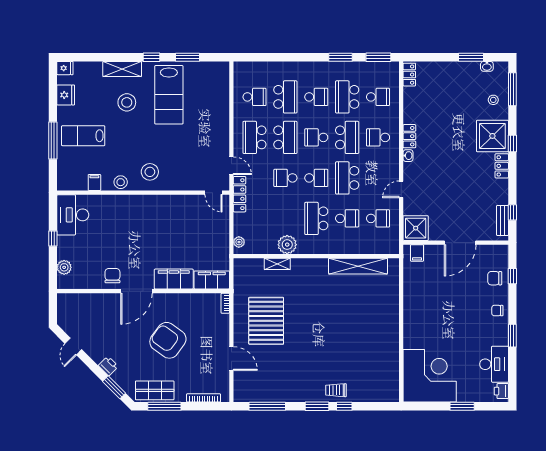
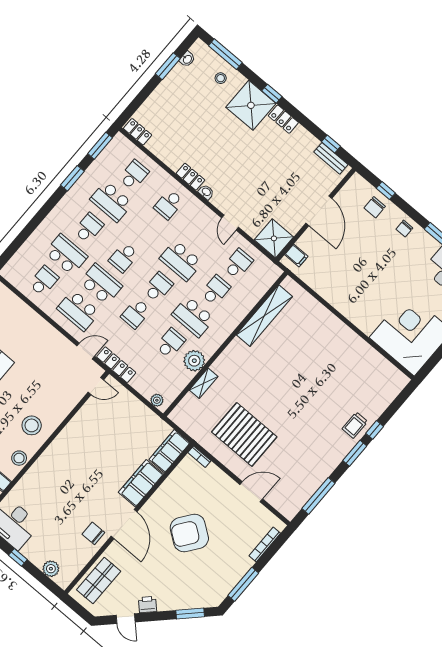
school desk: (347, 137) -> (170, 343), moved, width x0.54
printer: (108, 366) -> (147, 604), moved
shop shelf: (155, 390) -> (99, 580), moved

